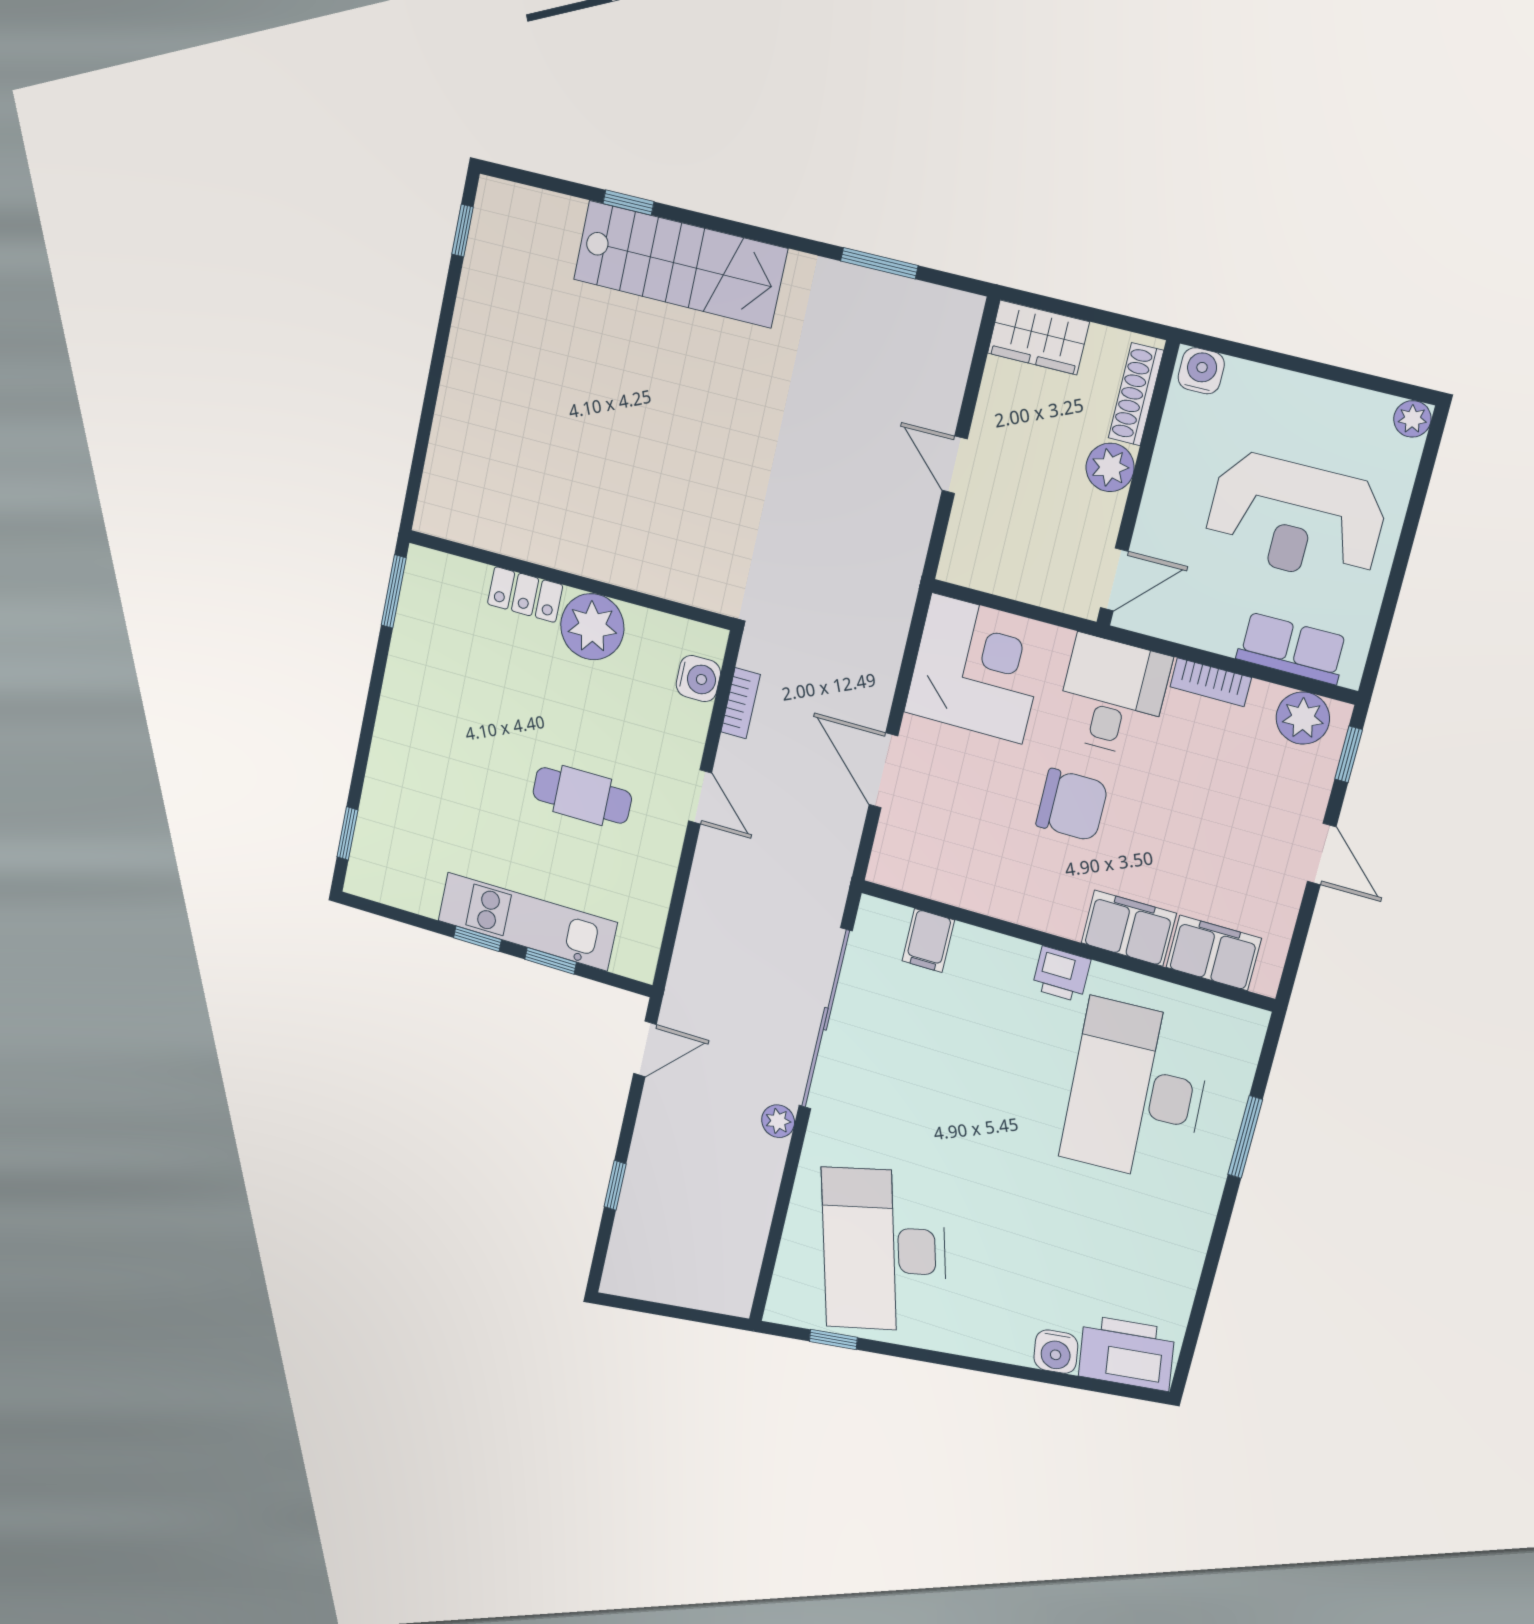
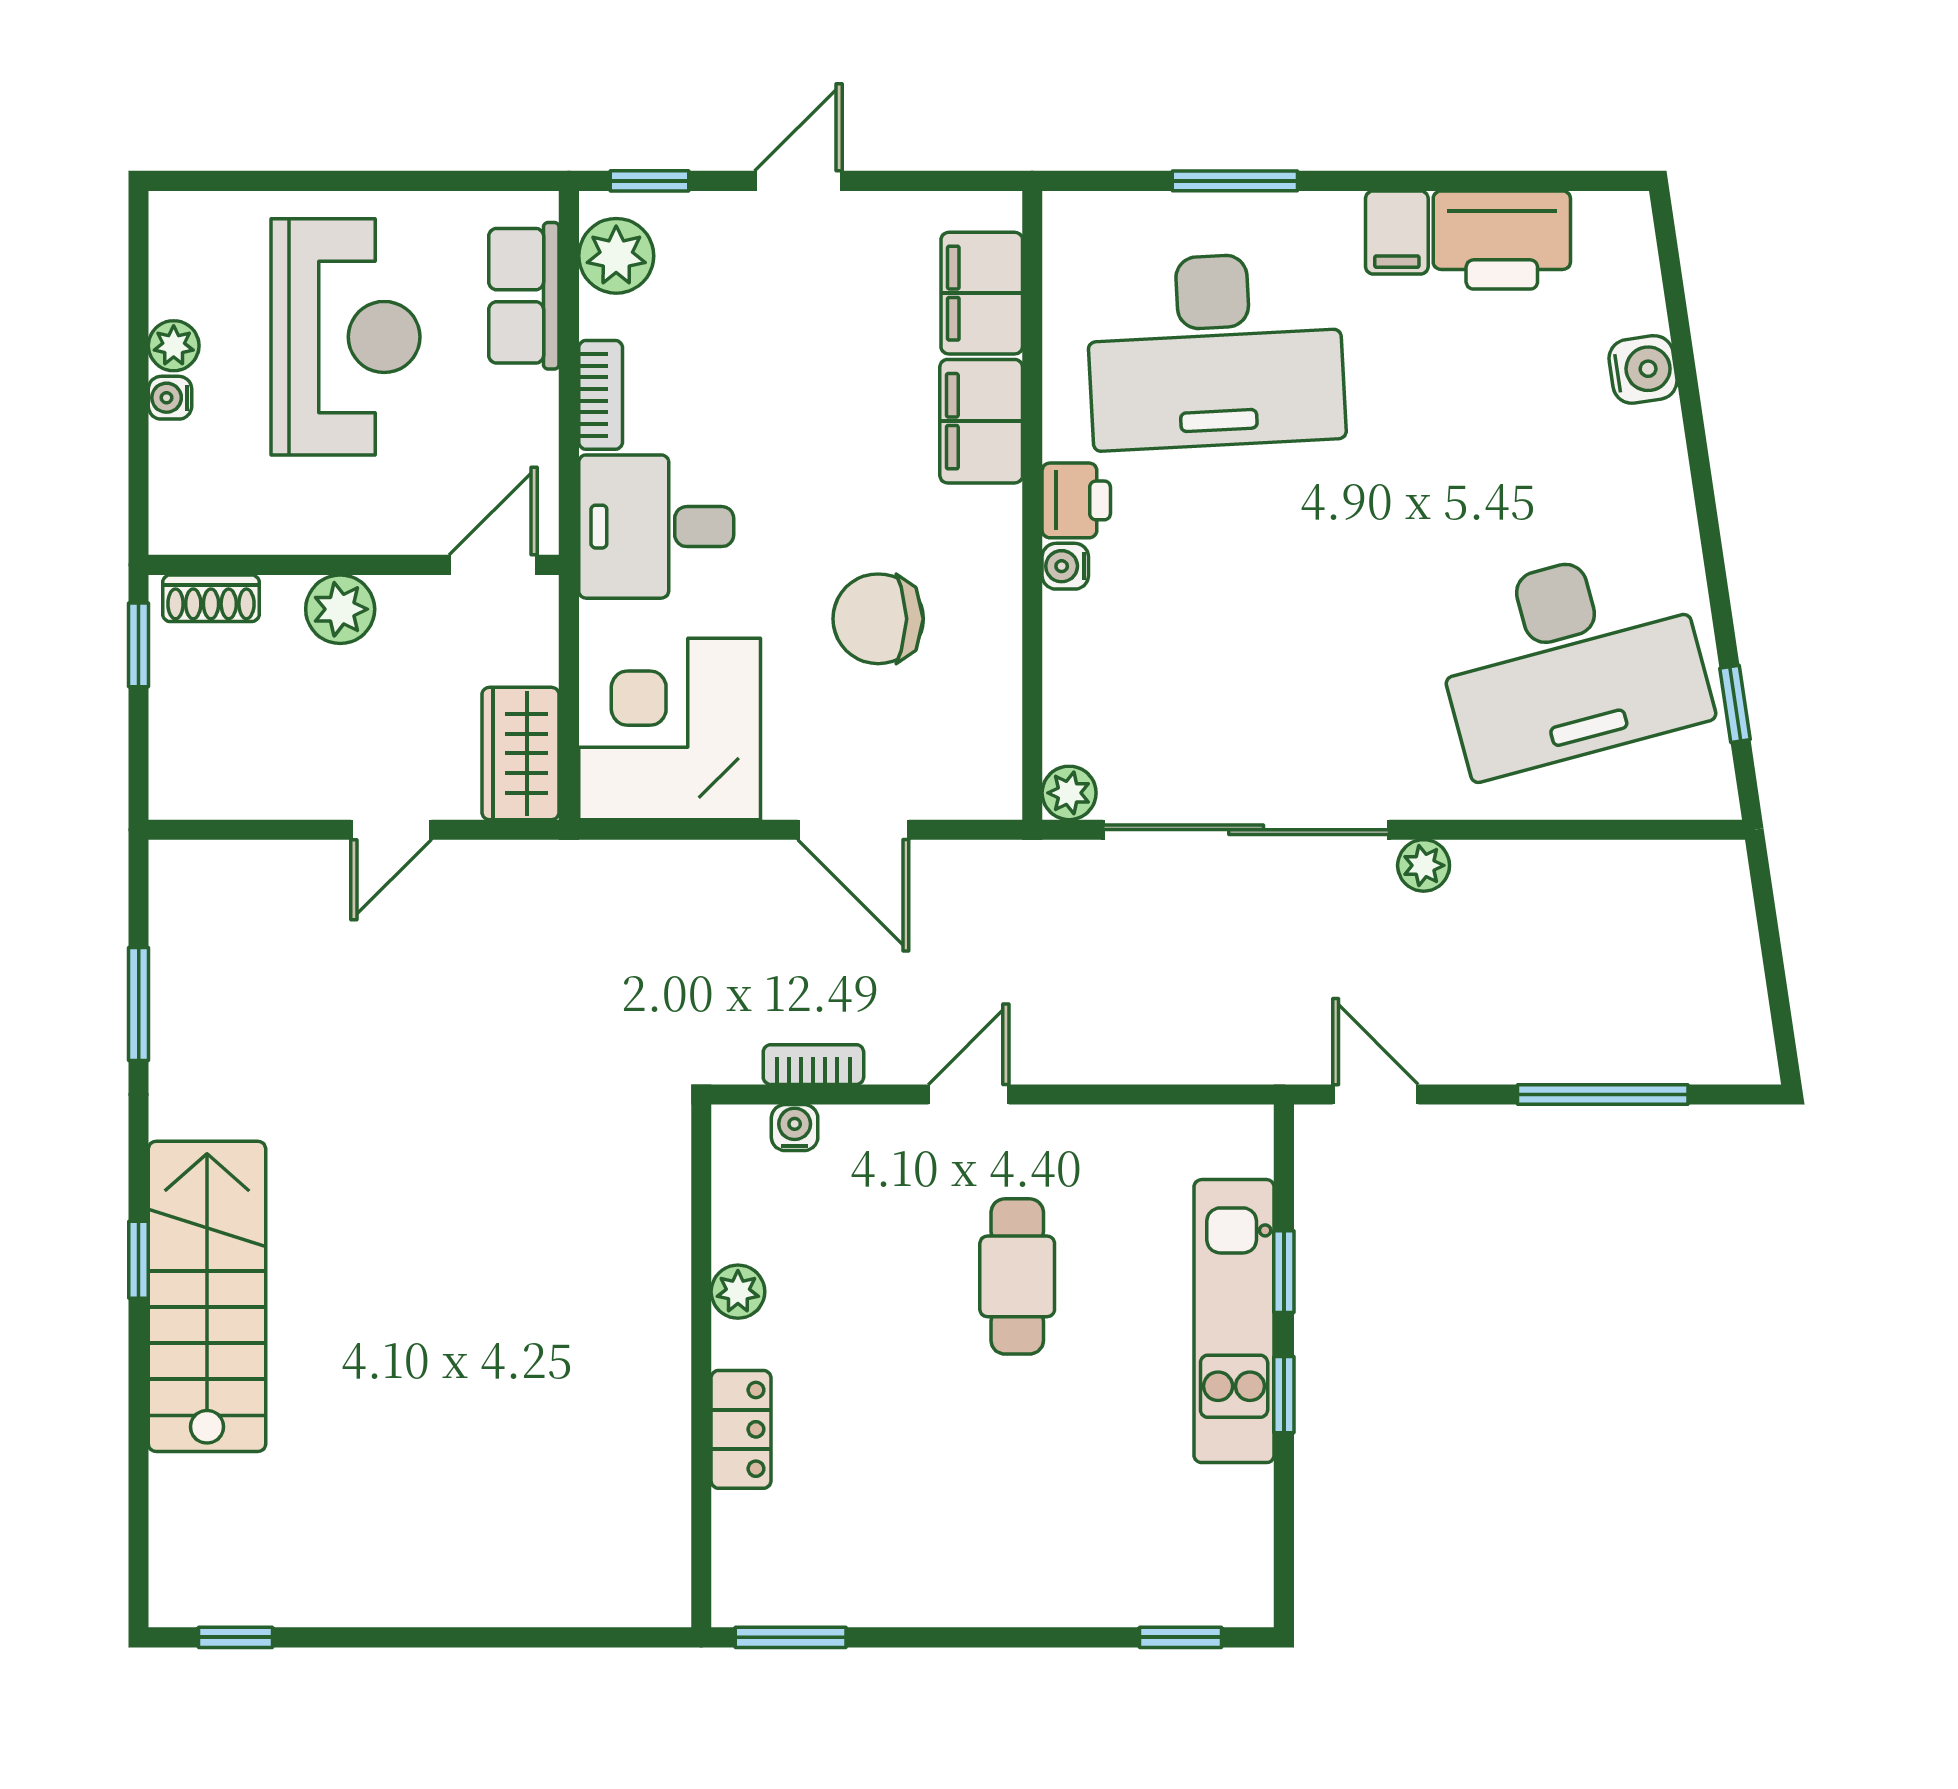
window: (628, 203) -> (139, 1260), moved
window: (1120, 322) -> (139, 645), added
wardrobe: (1038, 337) -> (520, 753), moved, turned 180
water cooler: (1201, 371) -> (170, 398), moved, width x0.72, depth x0.72
shoe rack: (1136, 394) -> (211, 598), width x0.70
plant: (1412, 419) -> (174, 346), moved
door: (1114, 579) -> (493, 565), hinge flipped
plant: (592, 627) -> (738, 1292), width x0.53, depth x0.53
water cooler: (698, 679) -> (795, 1128), width x0.72, depth x0.72
door: (883, 770) -> (853, 830), hinge flipped
chair: (1072, 805) -> (878, 619), moved, turned -90
plant: (875, 915) -> (1069, 793), added
filing cabinet: (928, 941) -> (1397, 232), moved, turned 90
water cooler: (1020, 955) -> (1065, 566), added
window: (615, 1185) -> (1603, 1095), width x2.17
printer: (1126, 1353) -> (1502, 240), moved, turned -82

